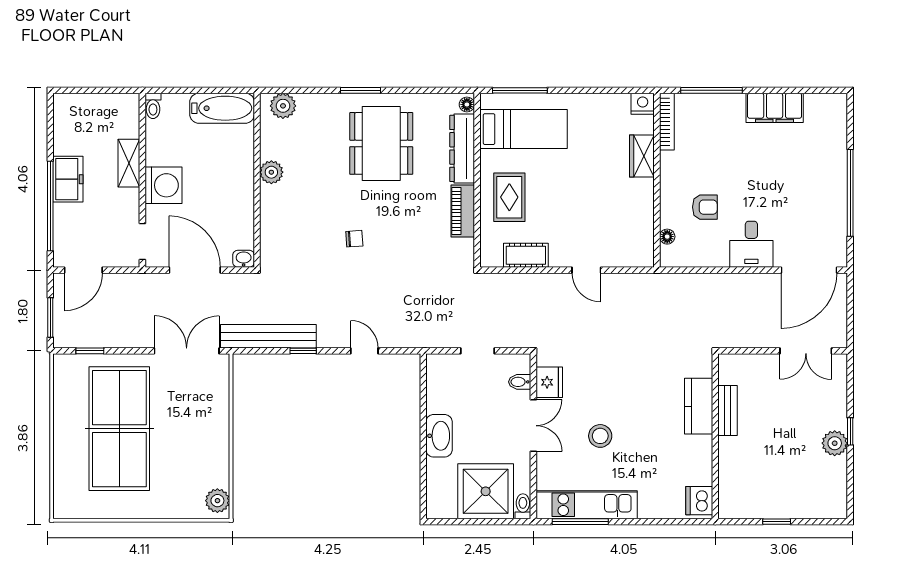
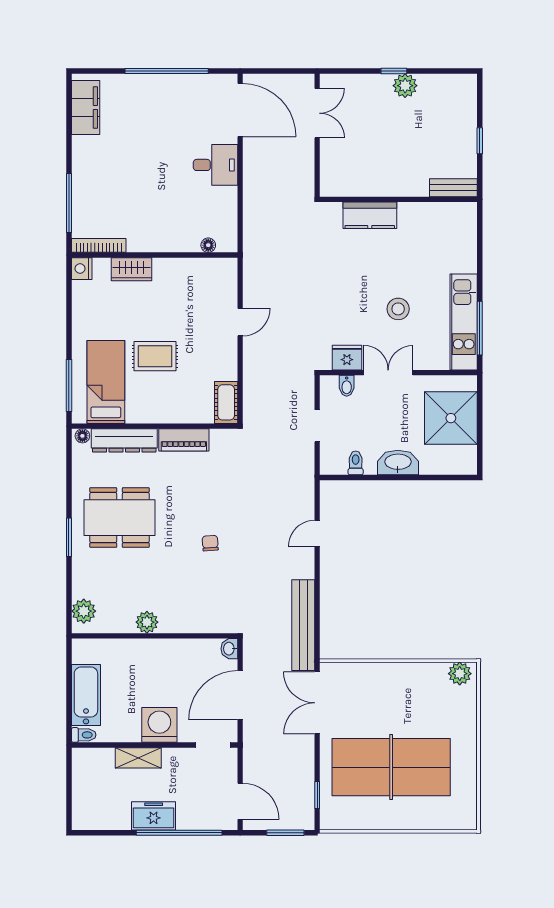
bathtub: (222, 108) -> (86, 695), moved
filing cabinet: (775, 108) -> (86, 107), moved
rug: (509, 197) -> (155, 356), moved
armchair: (705, 207) -> (180, 209), removed
cot: (526, 255) -> (226, 402), moved
window: (303, 351) -> (317, 592), removed
bench: (728, 411) -> (453, 188), moved
dishwasher: (699, 501) -> (460, 215), removed
toilet: (523, 506) -> (356, 463), moved, turned 90

